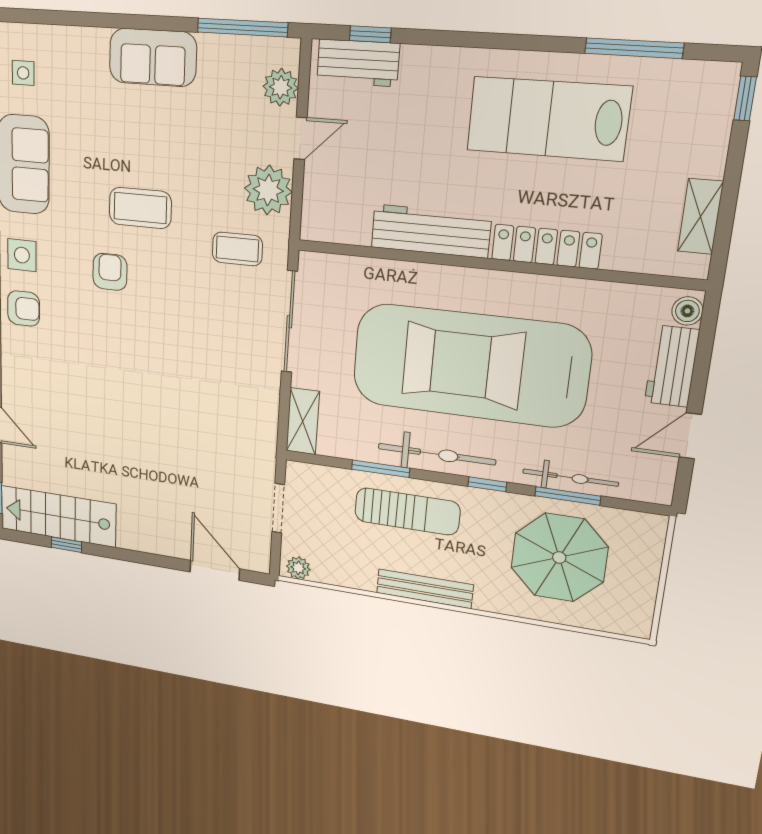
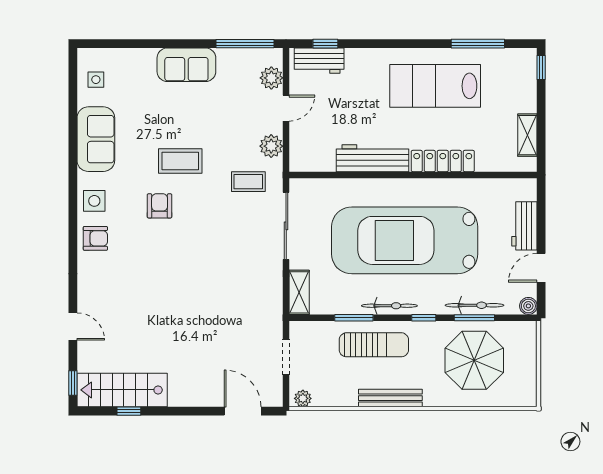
plant: (268, 190) -> (271, 146), width x0.73, depth x0.73
boiler: (687, 311) -> (528, 306), moved
bicycle: (436, 454) -> (389, 306), width x0.73, depth x0.71

